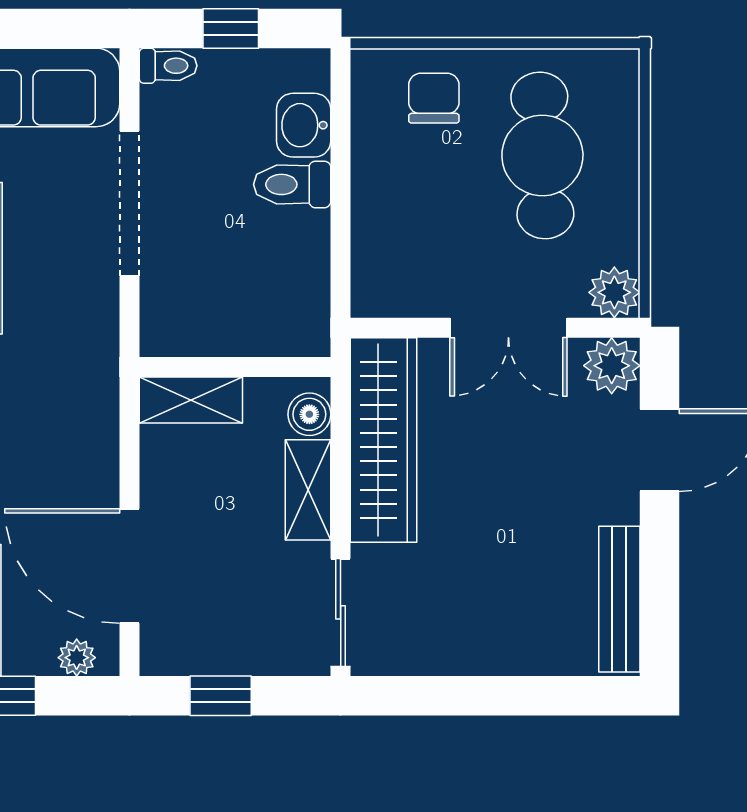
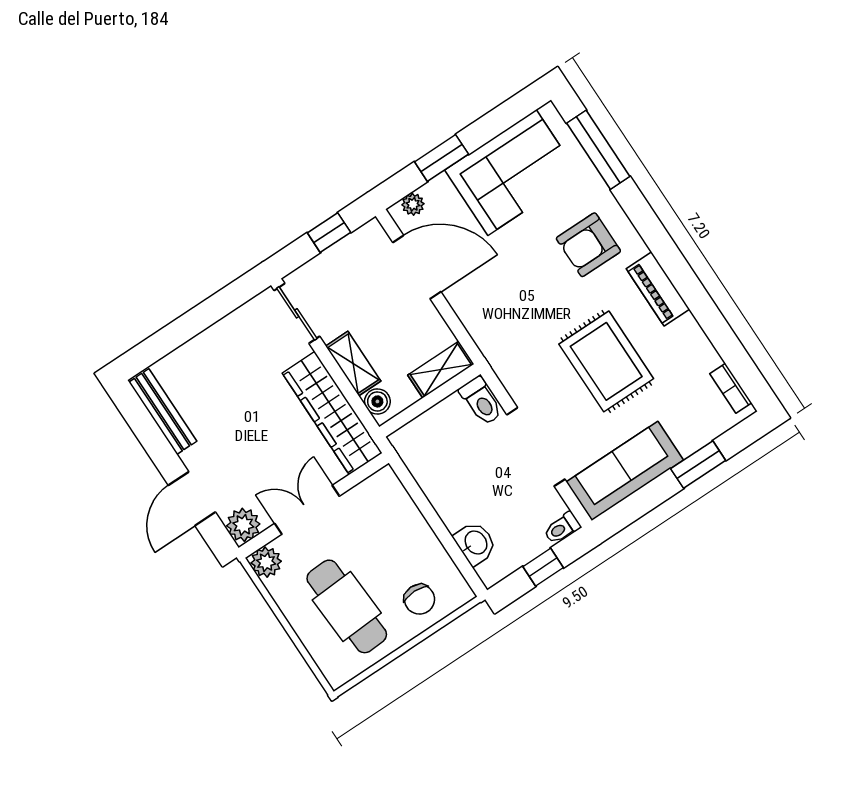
toilet: (292, 184) -> (481, 401), moved, turned 90

